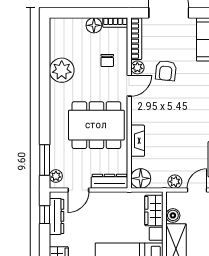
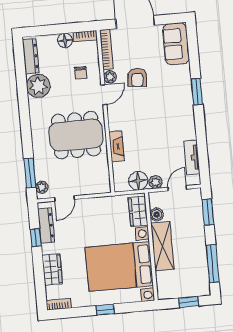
floor lamp: (141, 178) -> (138, 181), moved
dresser: (110, 181) -> (31, 56), moved, turned 90
window: (45, 215) -> (36, 238), moved

